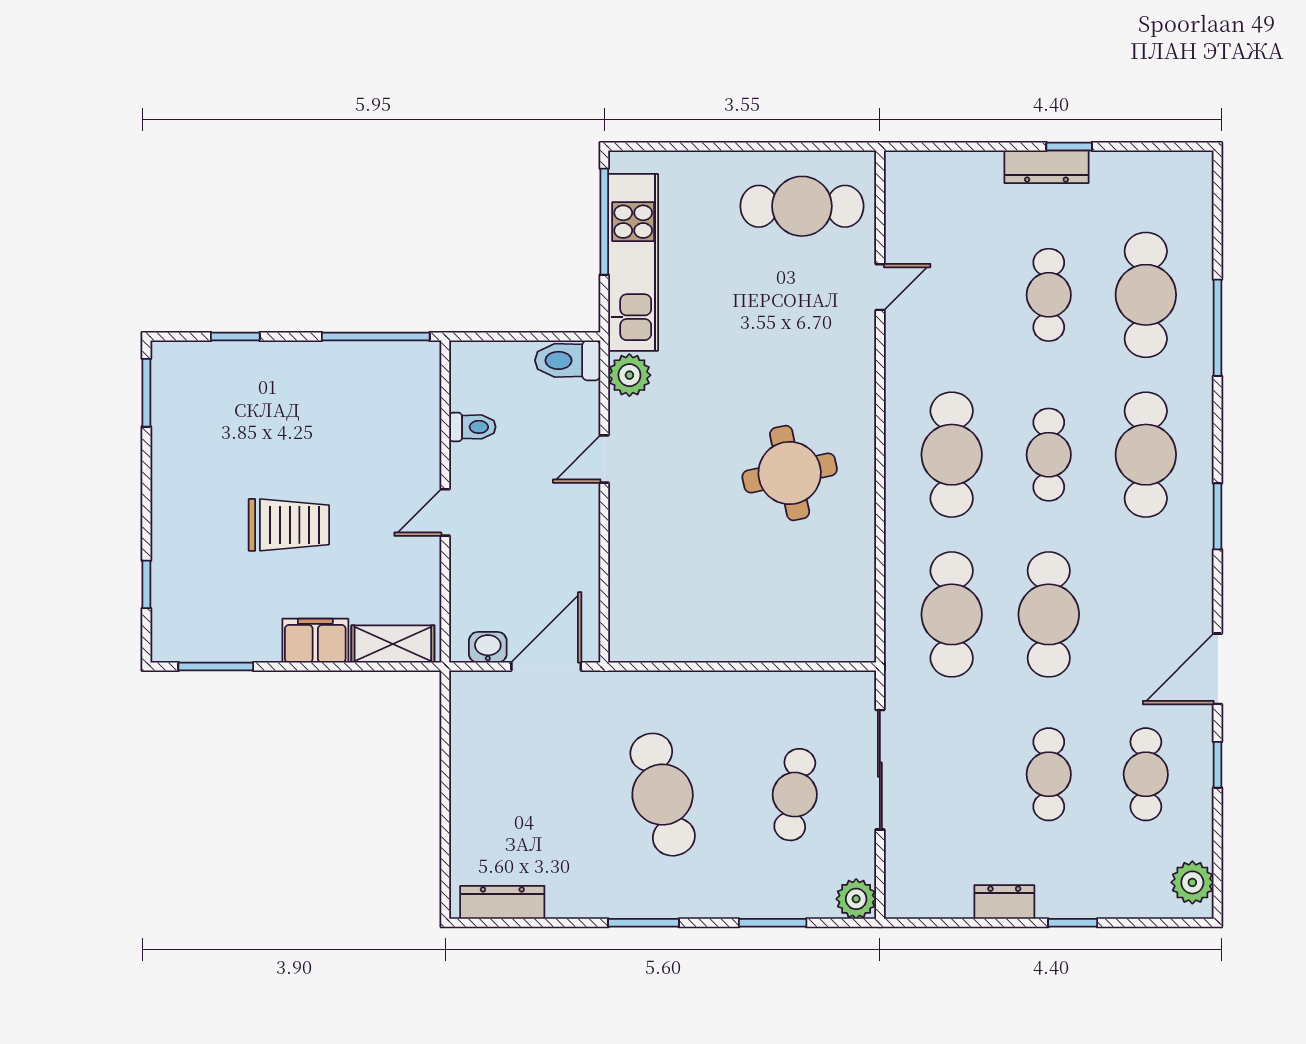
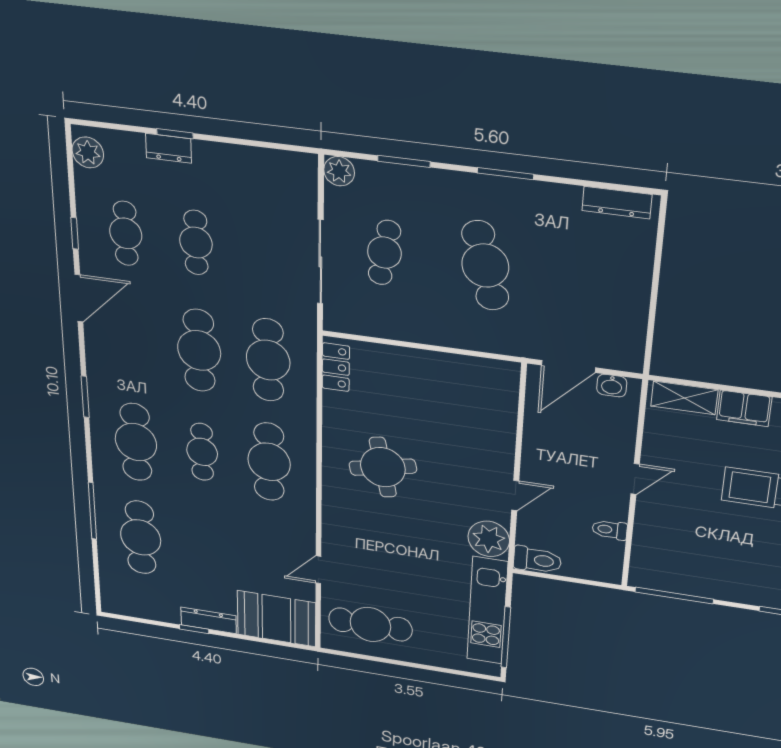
booth: (943, 190) -> (276, 619), added
cafe table: (1049, 295) -> (205, 547), removed
plant: (629, 375) -> (489, 539), width x1.36, depth x1.36
locker: (858, 618) -> (336, 367), added
dresser: (1004, 902) -> (169, 148), moved

